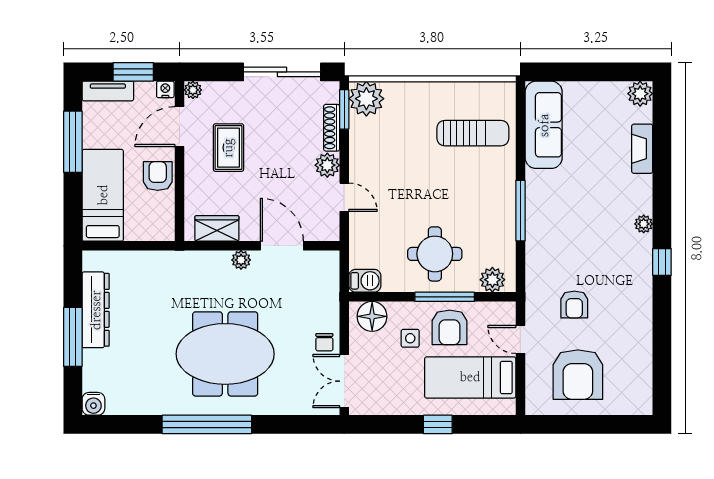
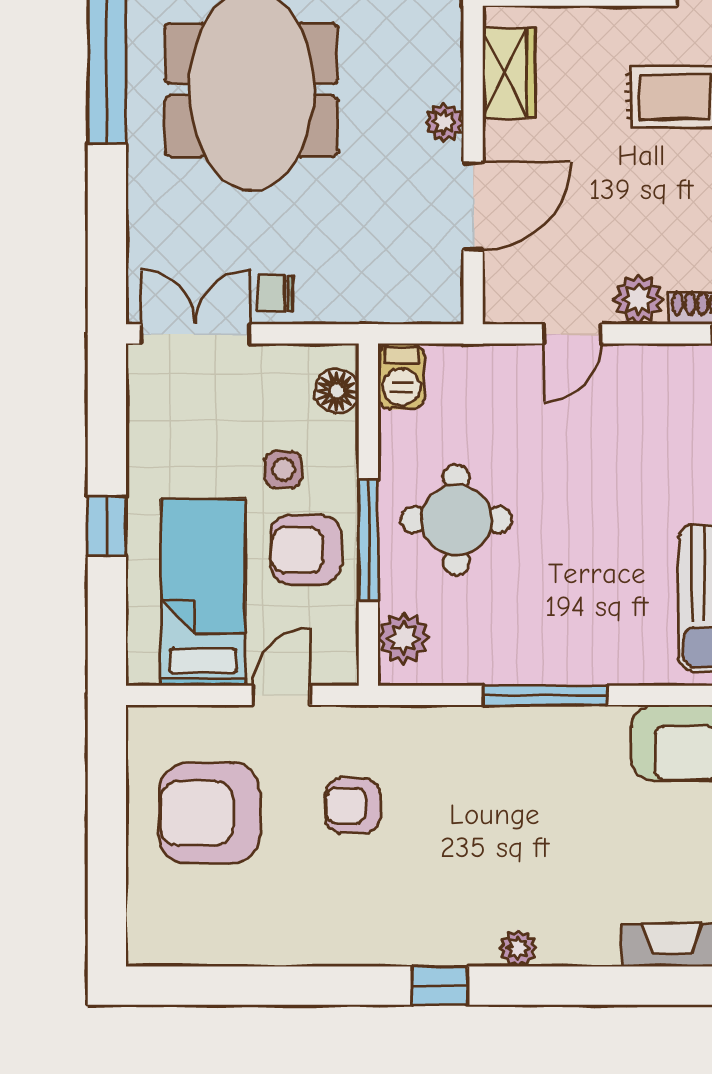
floor lamp: (372, 316) -> (337, 391), width x0.73, depth x0.73

